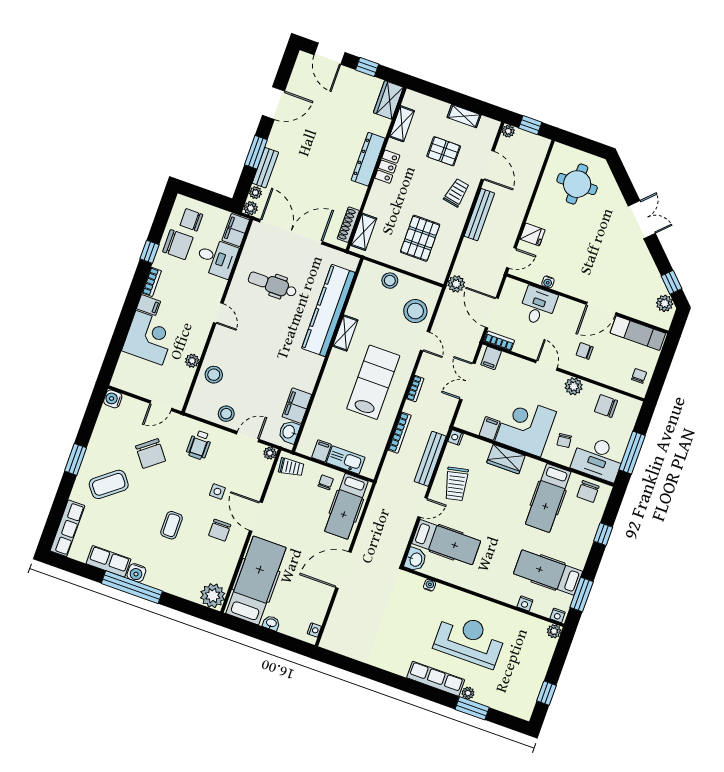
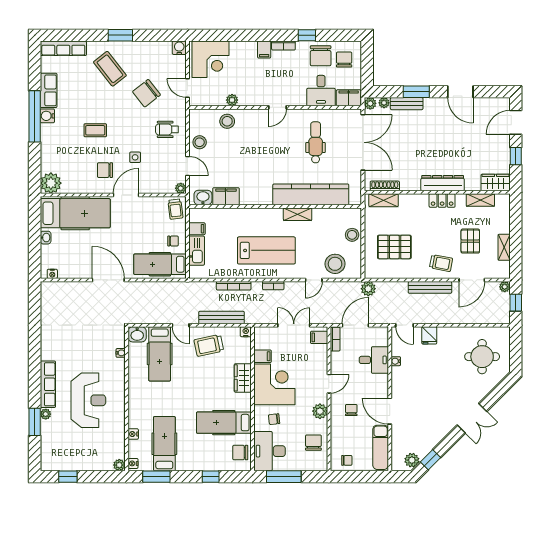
corner desk: (149, 338) -> (210, 59), moved

